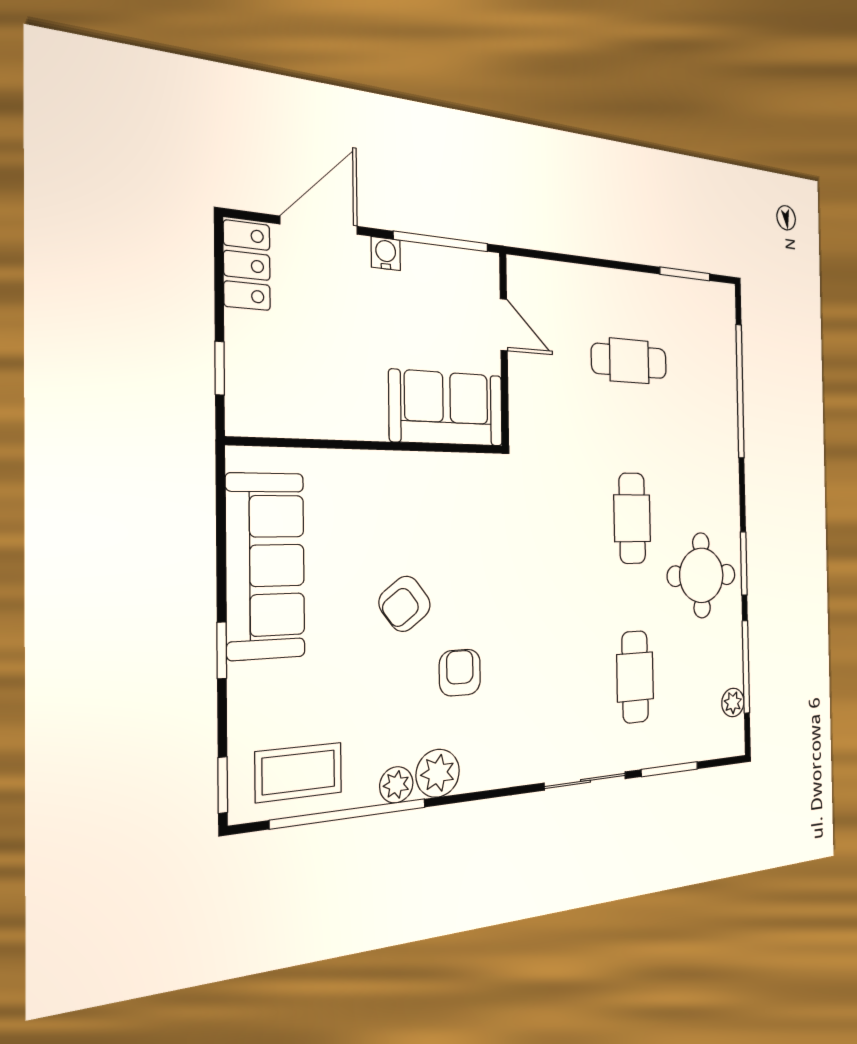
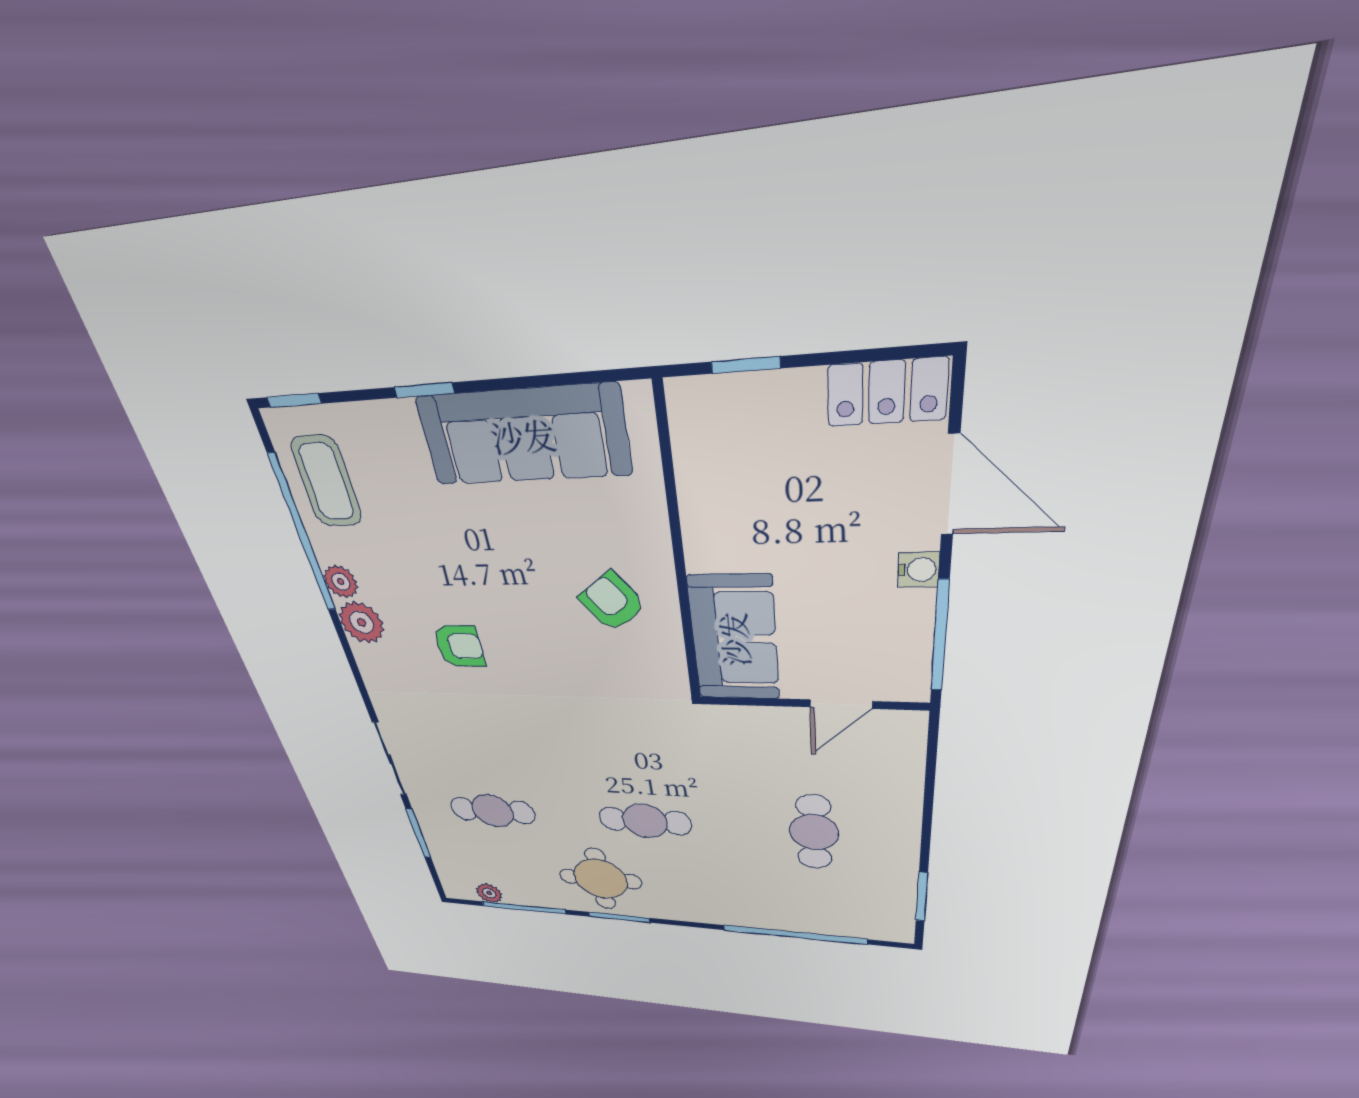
armchair: (405, 604) -> (612, 602), moved

